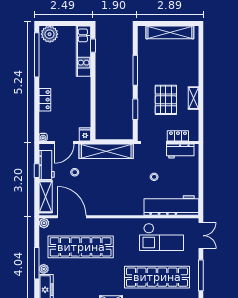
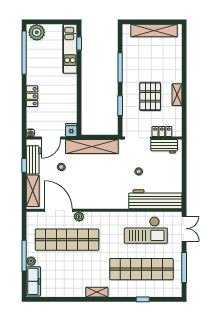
plant: (44, 223) -> (79, 216), moved

